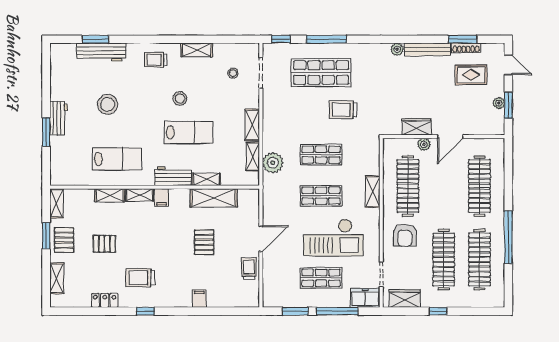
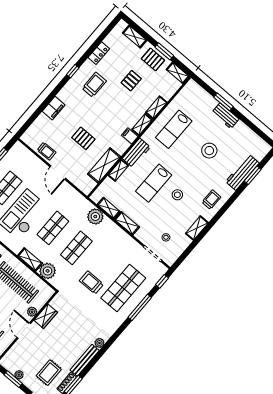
trolley: (343, 110) -> (91, 282), turned -90
plant: (369, 164) -> (48, 271), added
filing cabinet: (199, 299) -> (54, 108), width x2.00

